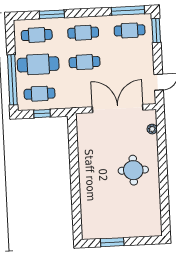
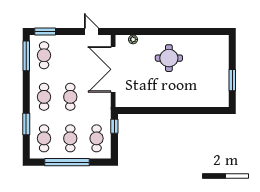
cafe table: (38, 64) -> (70, 138), width x0.73, depth x0.74
window: (12, 80) -> (67, 162), moved
window: (42, 114) -> (114, 126), moved

